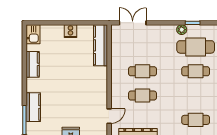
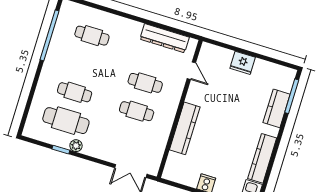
kitchen counter: (101, 45) -> (185, 128), moved
kitchen counter: (33, 64) -> (262, 158), width x1.50
door: (109, 116) -> (191, 71), swing flipped

